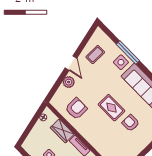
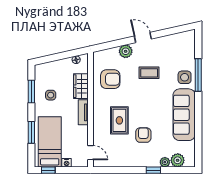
coffee table: (95, 55) -> (149, 73), moved
door: (71, 63) -> (143, 38), swing flipped
rug: (111, 108) -> (119, 120), moved

